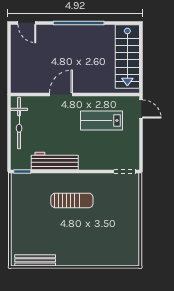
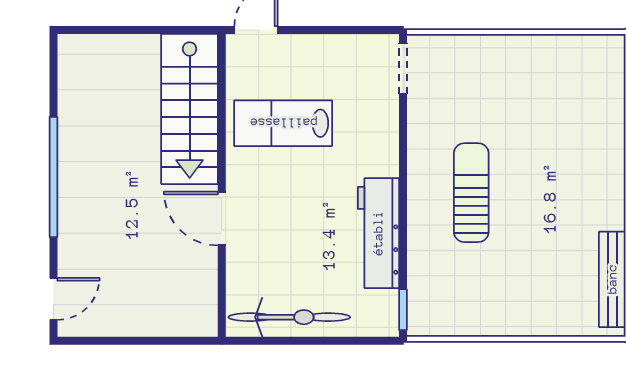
stairs: (127, 56) -> (190, 109), moved, turned 90
lab bench: (101, 121) -> (283, 123), turned 90

